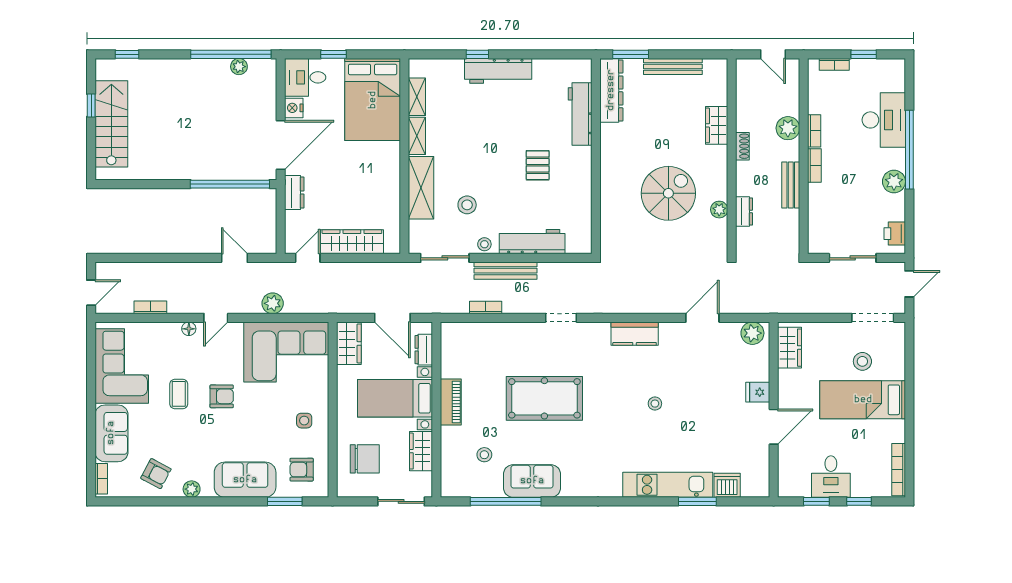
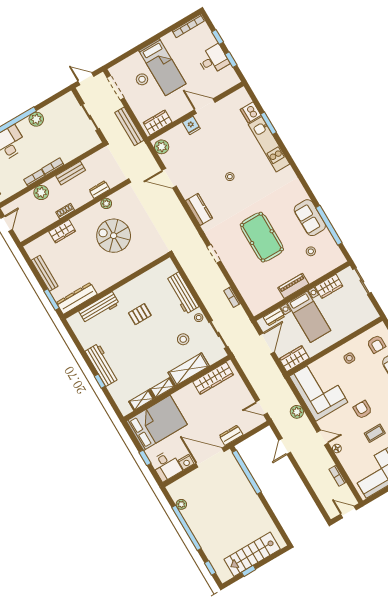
window: (231, 54) -> (186, 528), moved
printer: (895, 234) -> (64, 102), removed
wardrobe: (352, 242) -> (213, 378), moved, turned -90
bench: (506, 271) -> (129, 126), moved
chair: (365, 459) -> (351, 314), removed

